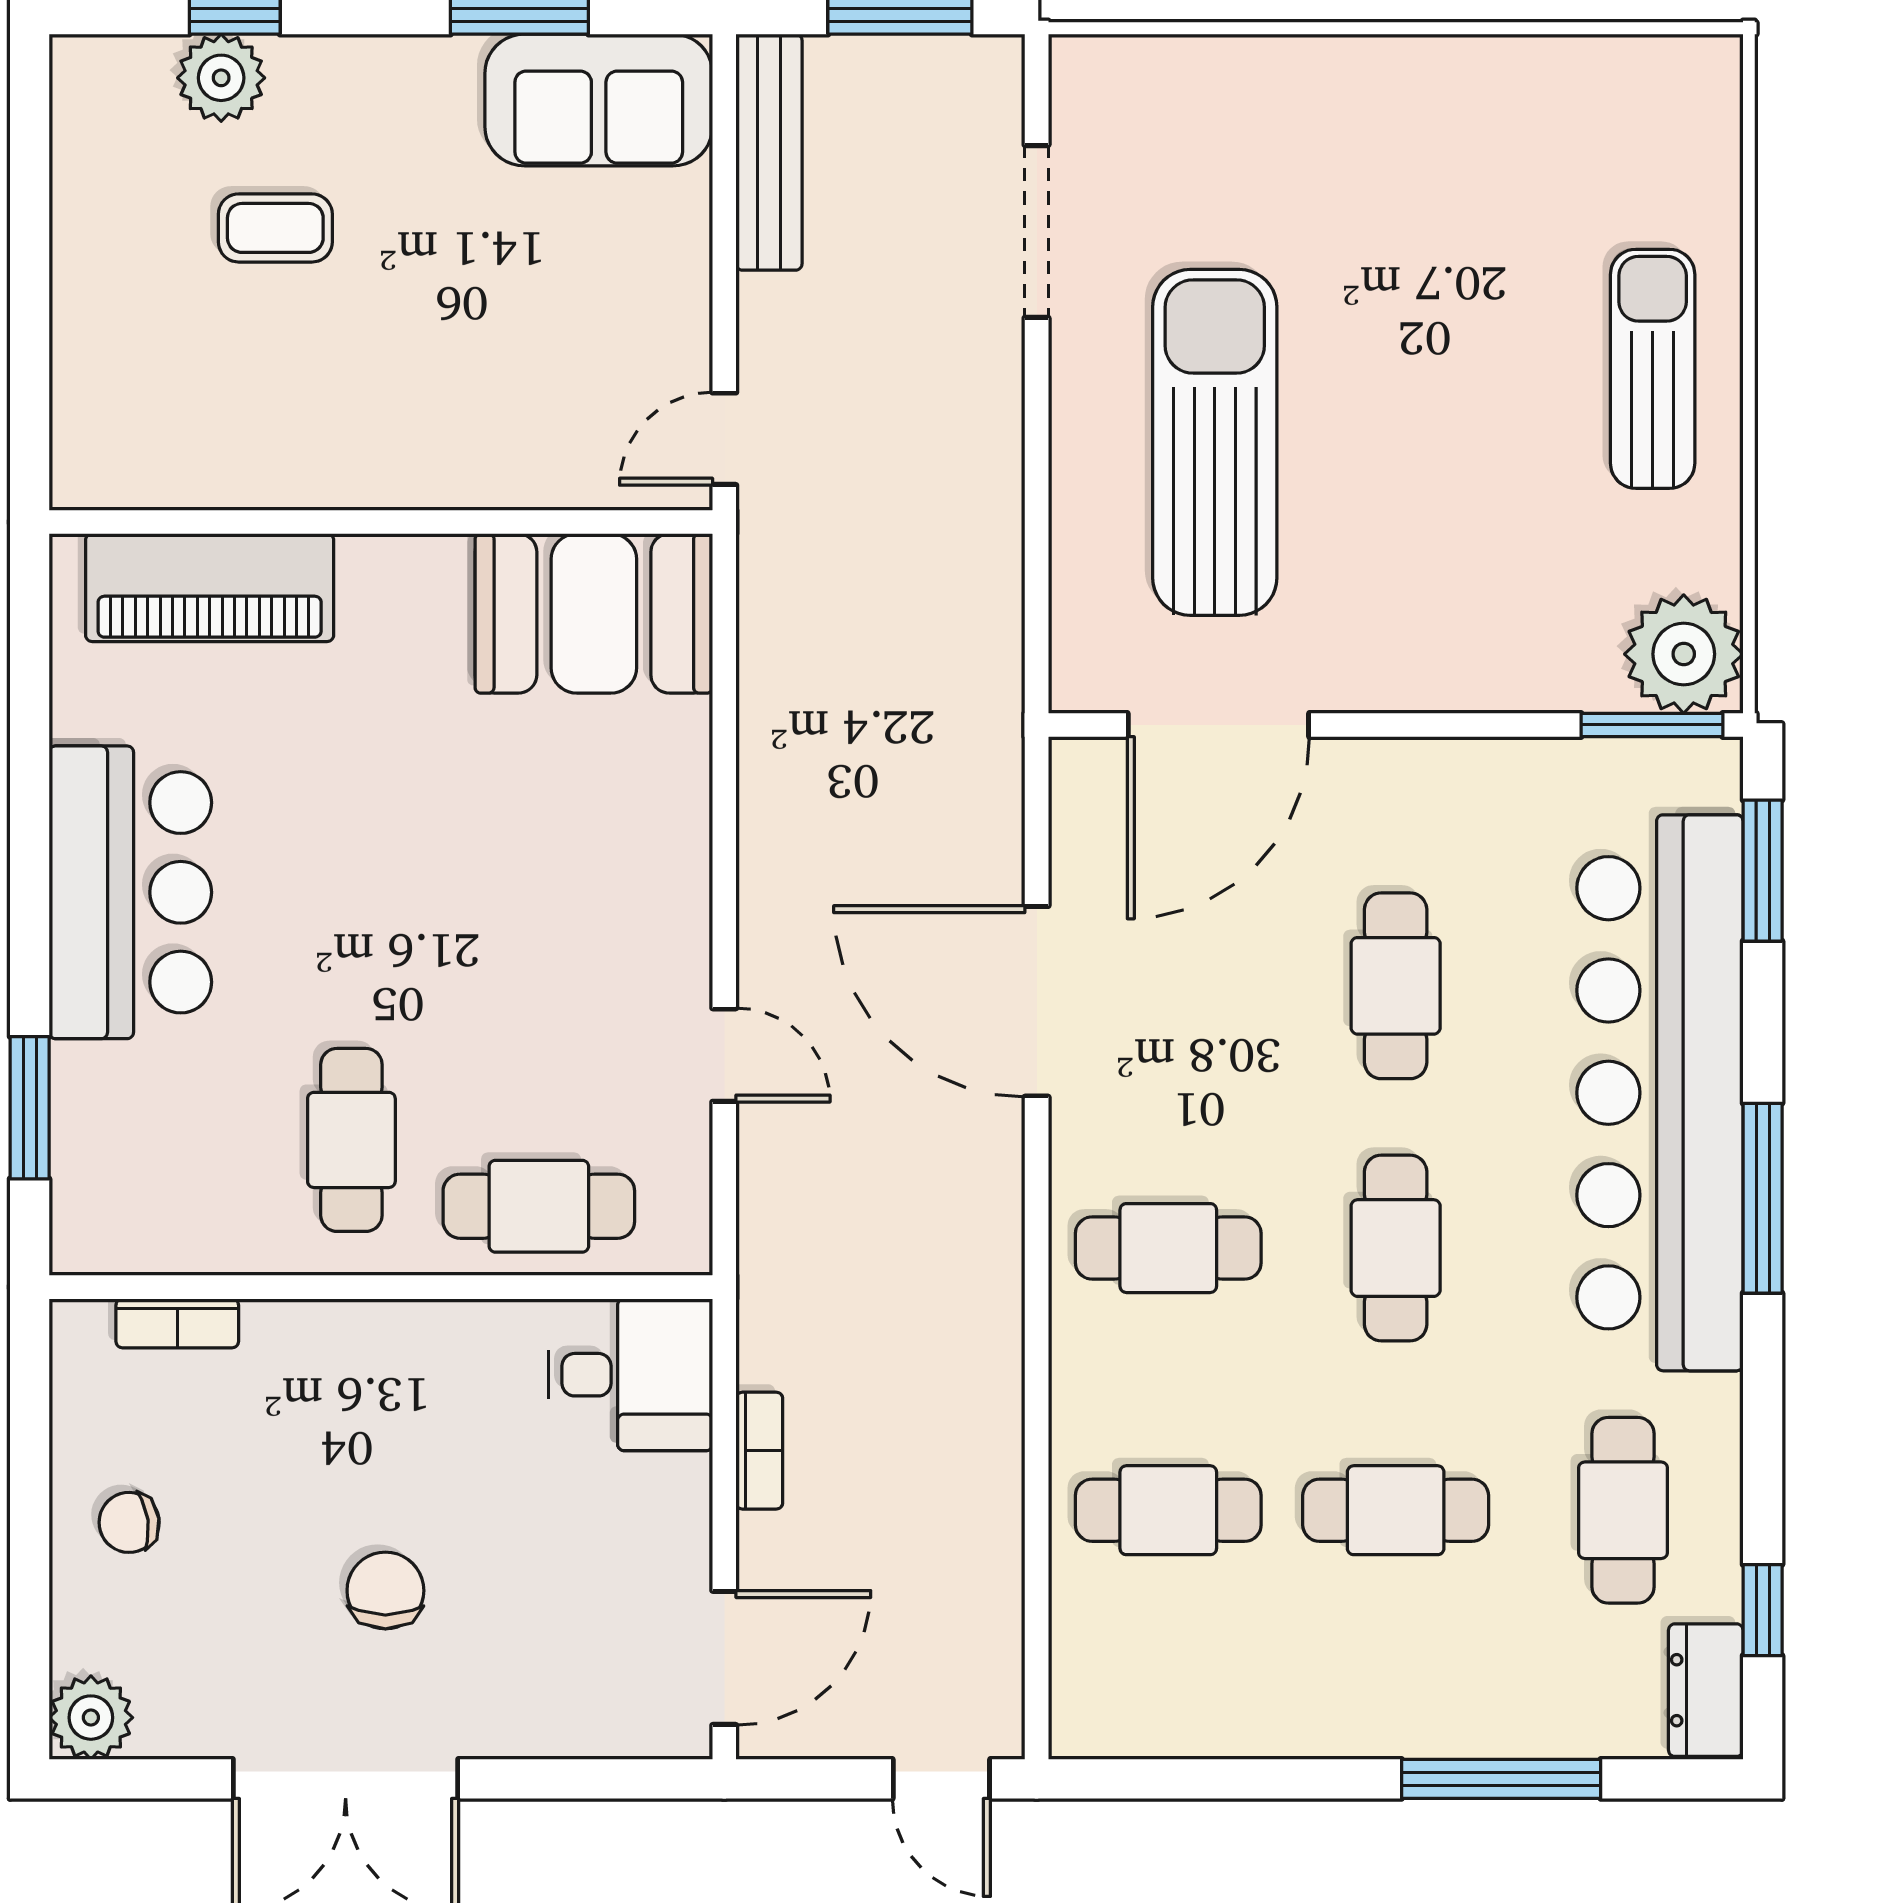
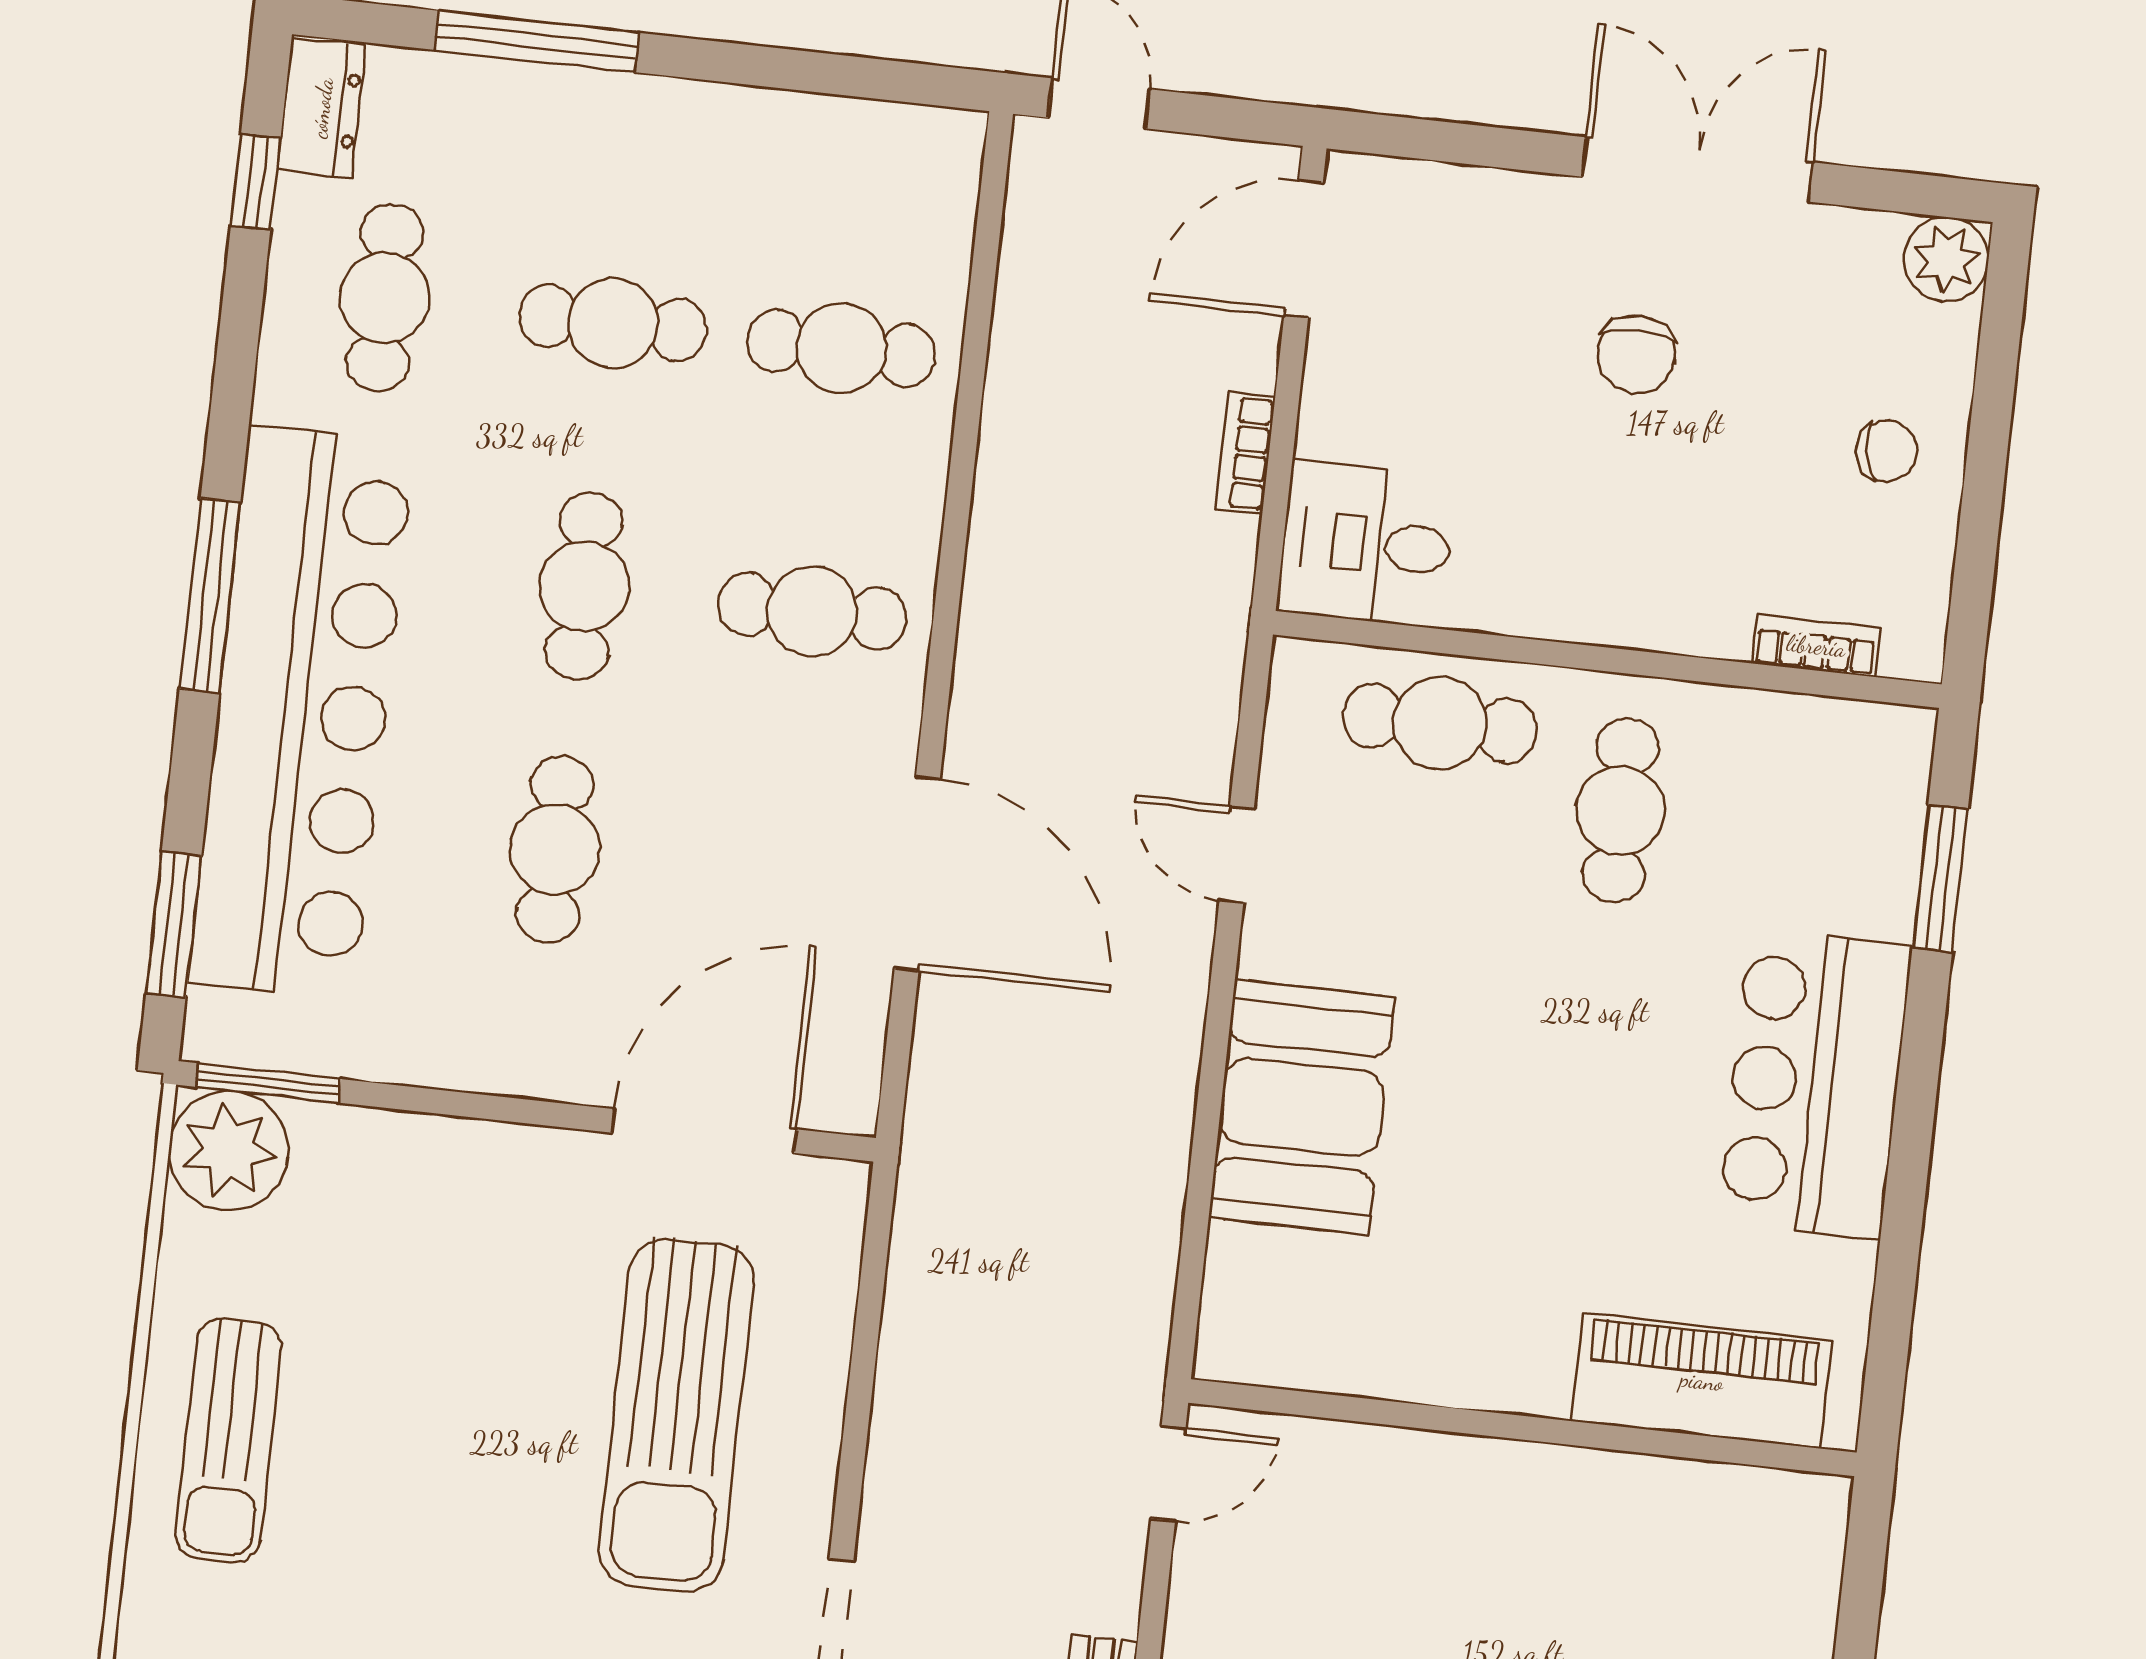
booth: (594, 613) -> (1302, 1107), moved, turned 90

